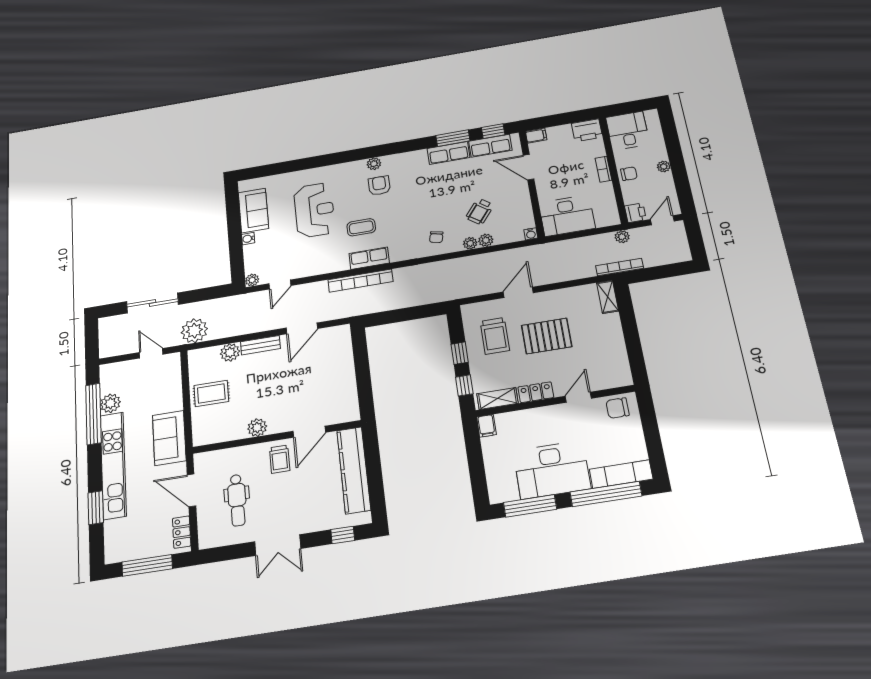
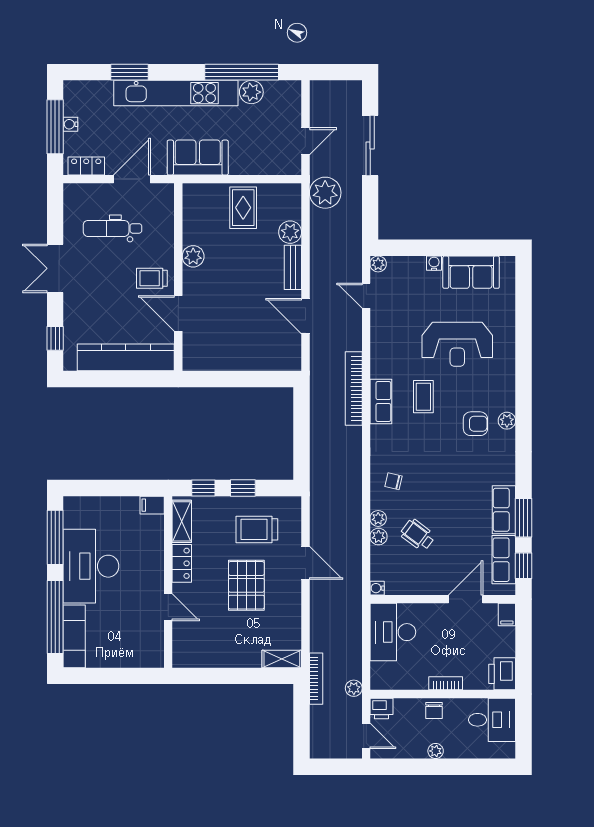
chair: (618, 408) -> (149, 646), removed
water cooler: (144, 552) -> (70, 124), added

